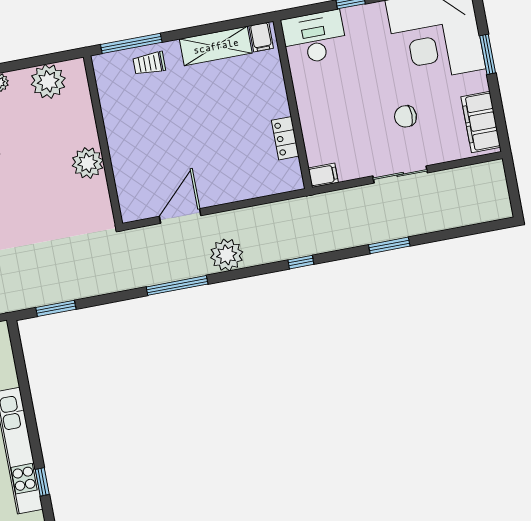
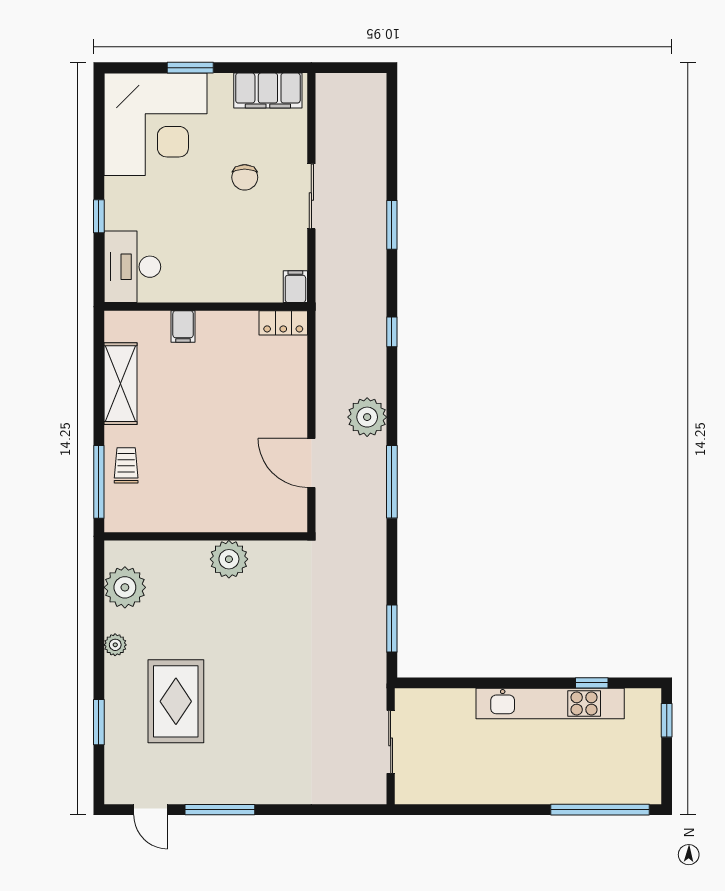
filing cabinet: (261, 37) -> (183, 326), moved, turned 90
trolley: (149, 63) -> (126, 465), turned 180
locker: (285, 138) -> (283, 323), moved

